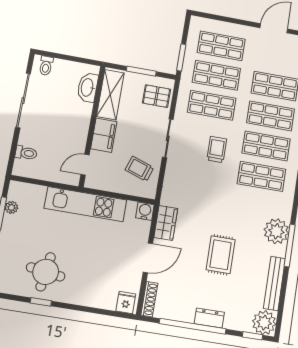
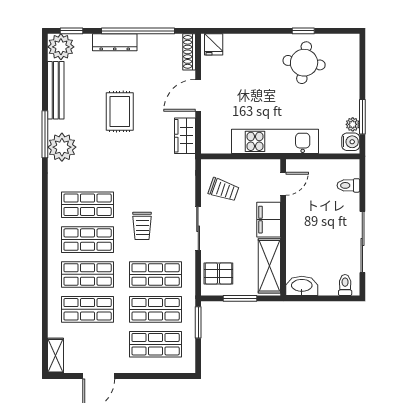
washbasin: (88, 87) -> (302, 286), moved, turned -90
water cooler: (145, 211) -> (351, 142), moved, turned -90
dresser: (209, 318) -> (115, 42), width x1.44

